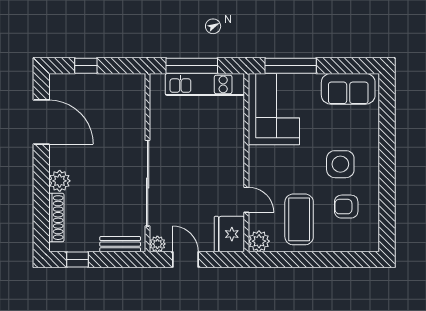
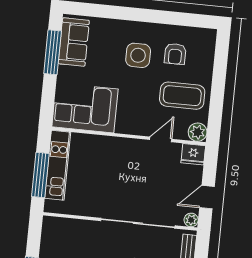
window: (291, 66) -> (53, 52), moved
fridge: (229, 234) -> (193, 154), width x0.73, depth x0.75

